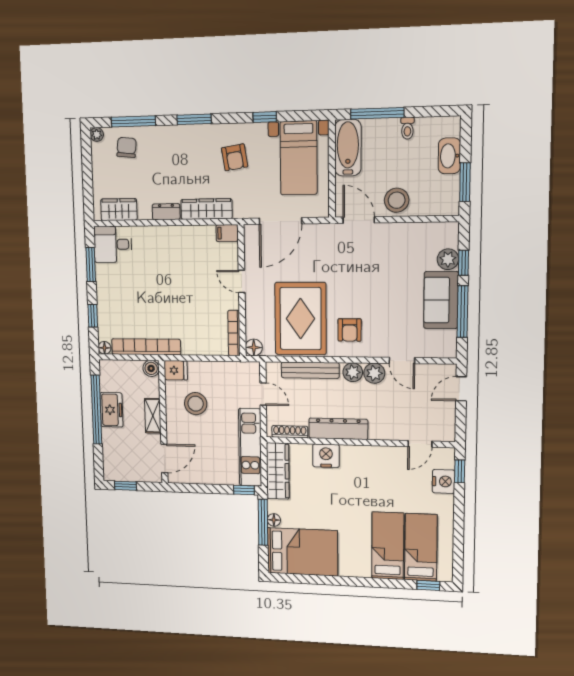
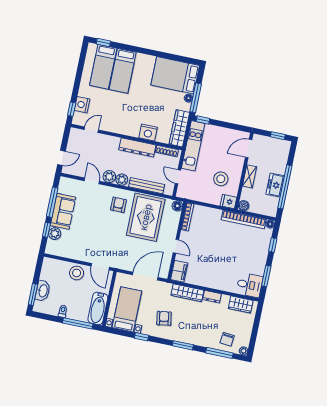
window: (465, 182) -> (33, 294), moved
filing cabinet: (227, 233) -> (179, 271), width x2.00

